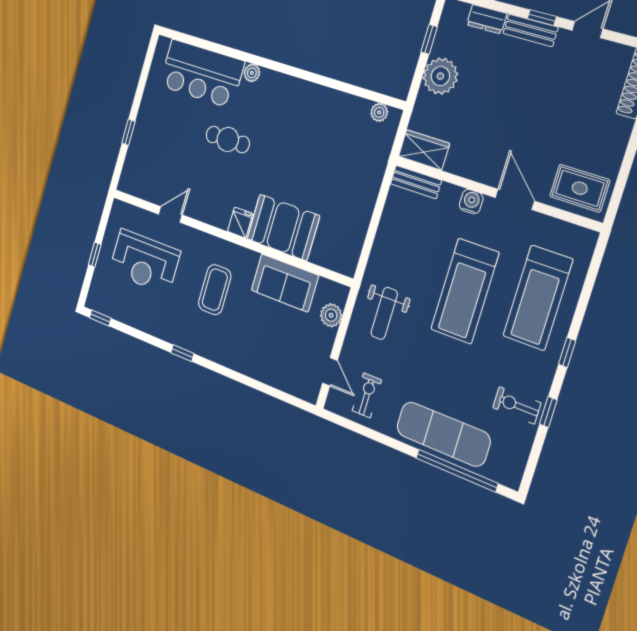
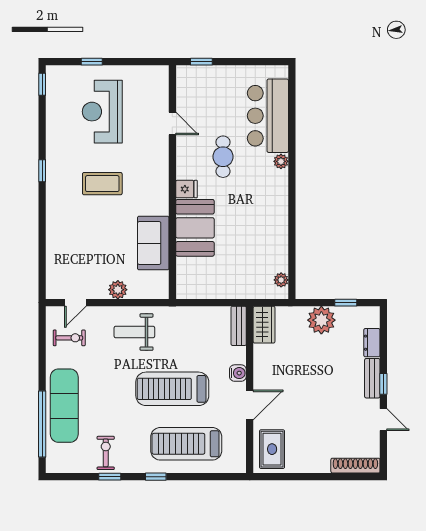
door: (170, 215) -> (172, 124), moved
fridge: (240, 223) -> (187, 189), moved
booth: (283, 227) -> (195, 228), moved
wall: (228, 236) -> (172, 182), moved
sofa: (285, 283) -> (153, 243), moved

